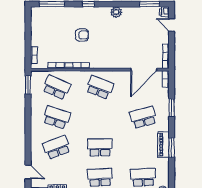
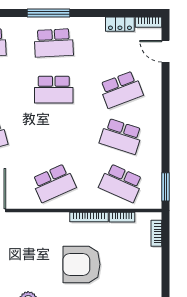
armchair: (82, 35) -> (82, 264), width x1.88, depth x1.88
school desk: (100, 87) -> (54, 183), turned -45

